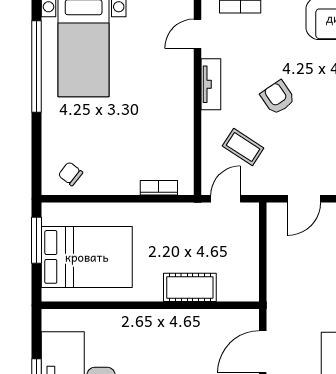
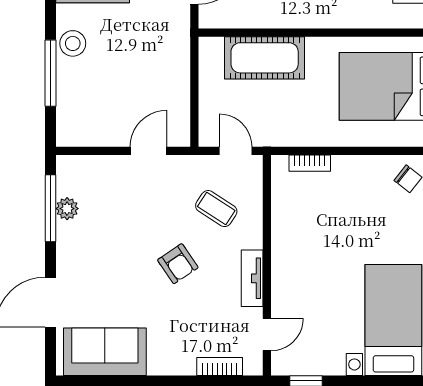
door: (226, 199) -> (236, 151), swing flipped
cot: (190, 287) -> (265, 58), width x1.37, depth x1.34

